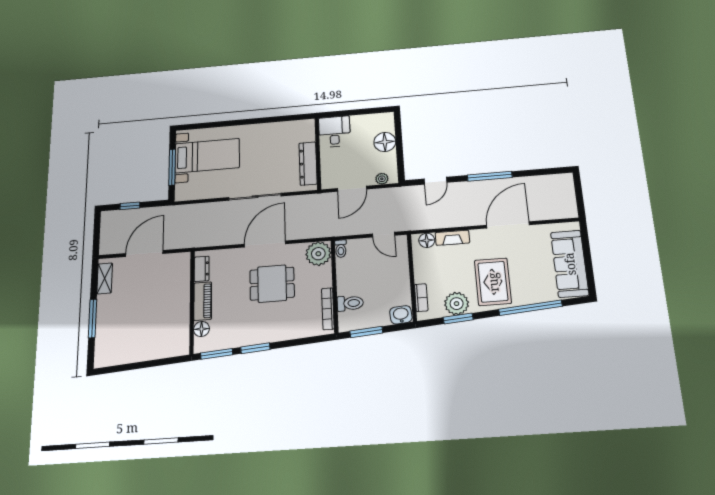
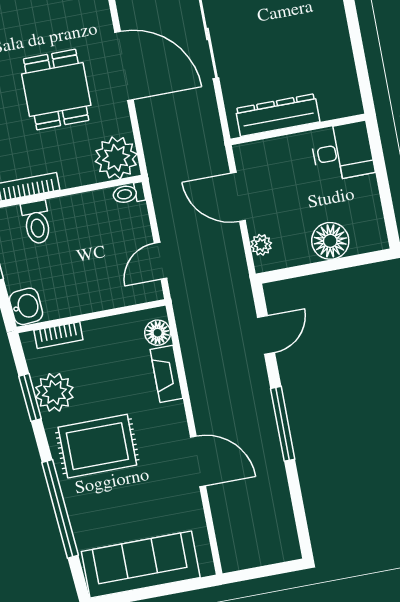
door: (435, 181) -> (266, 335), swing flipped
door: (508, 225) -> (198, 461), width x0.73

